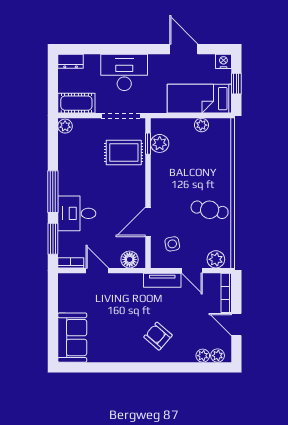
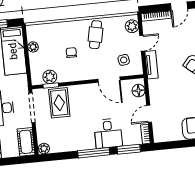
chair: (189, 175) -> (71, 53), added

